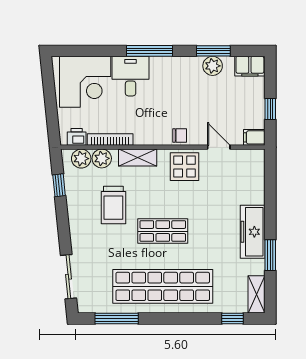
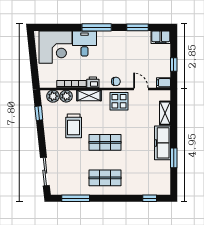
plant: (213, 66) -> (137, 37), removed
printer: (77, 137) -> (93, 82), moved
shop shelf: (163, 286) -> (105, 178), width x0.50, depth x0.74
shelving: (257, 294) -> (165, 113), moved

